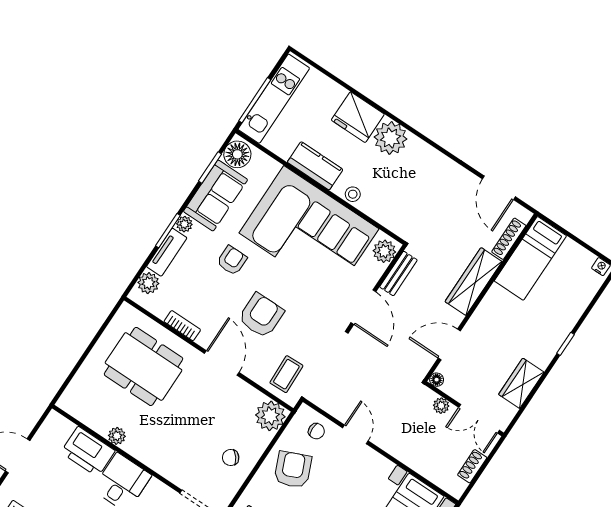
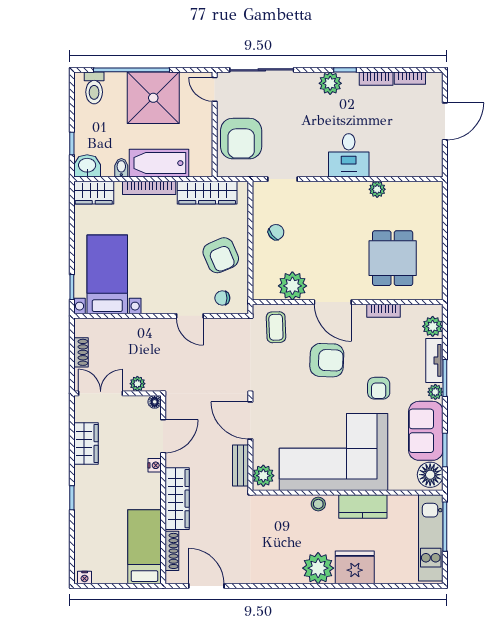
armchair: (261, 315) -> (327, 360), turned -88
nightstand: (474, 324) -> (155, 465), added
dining table: (144, 366) -> (393, 258), width x0.73
plant: (270, 416) -> (292, 286), moved
printer: (88, 452) -> (392, 162), removed

